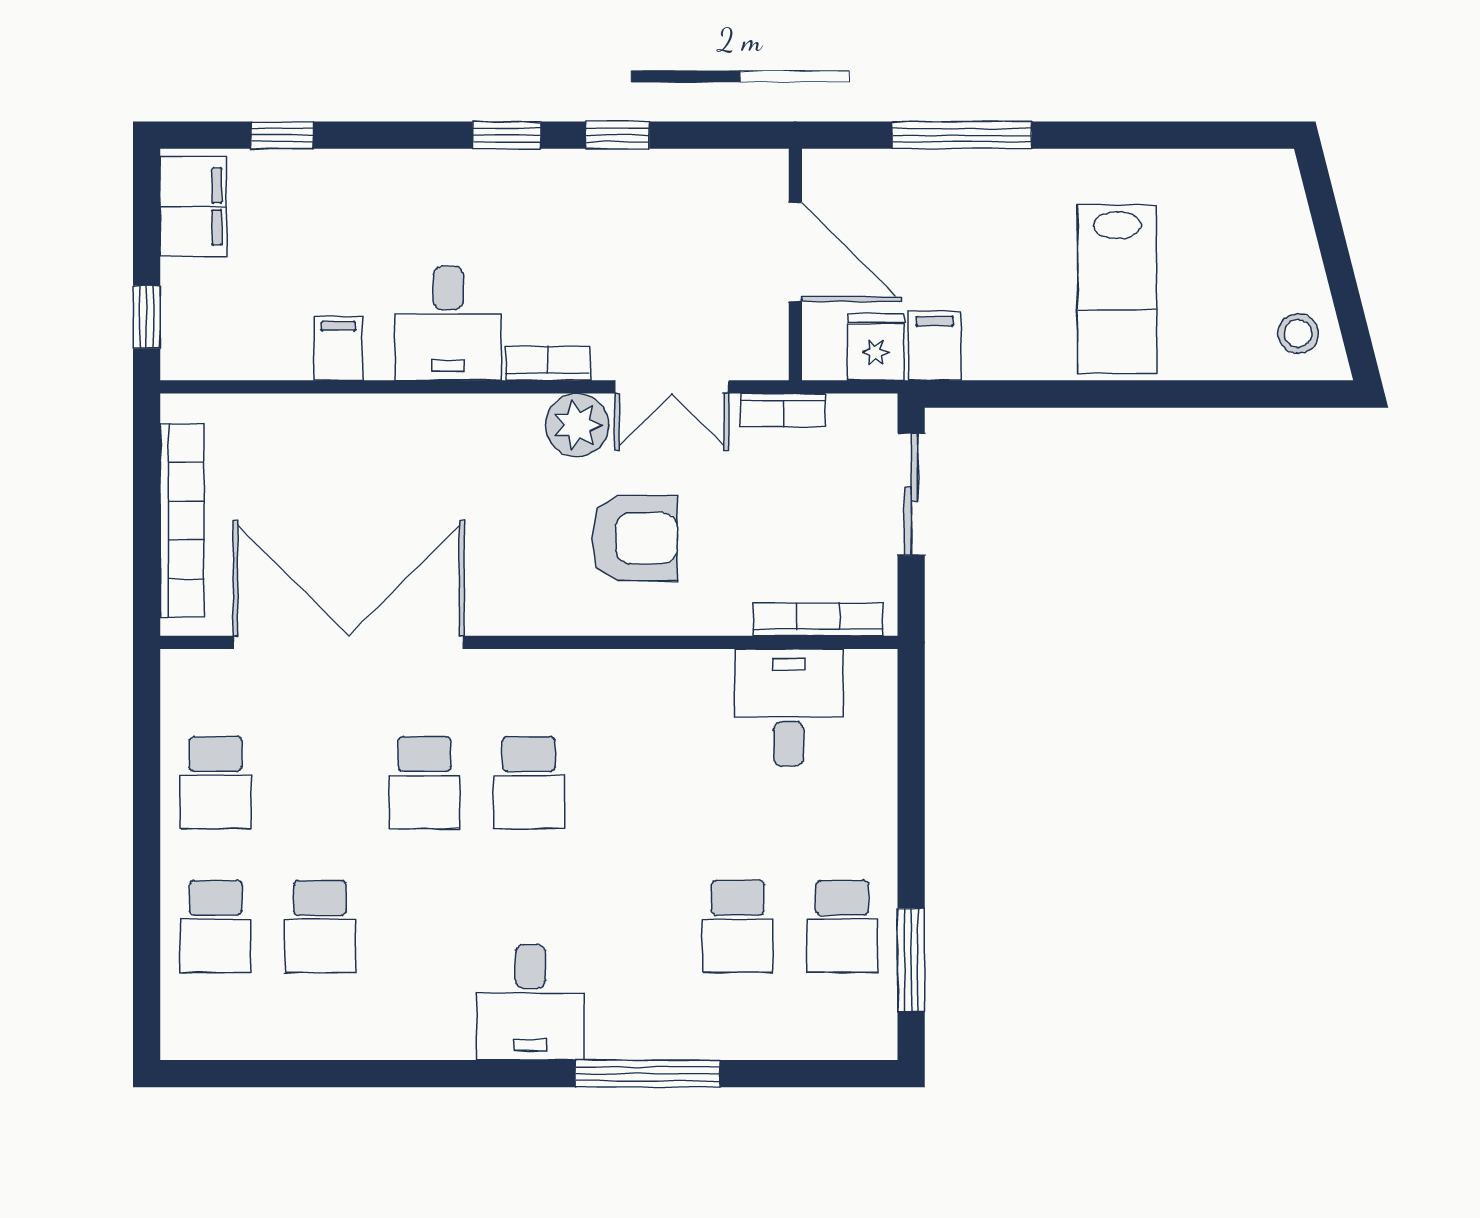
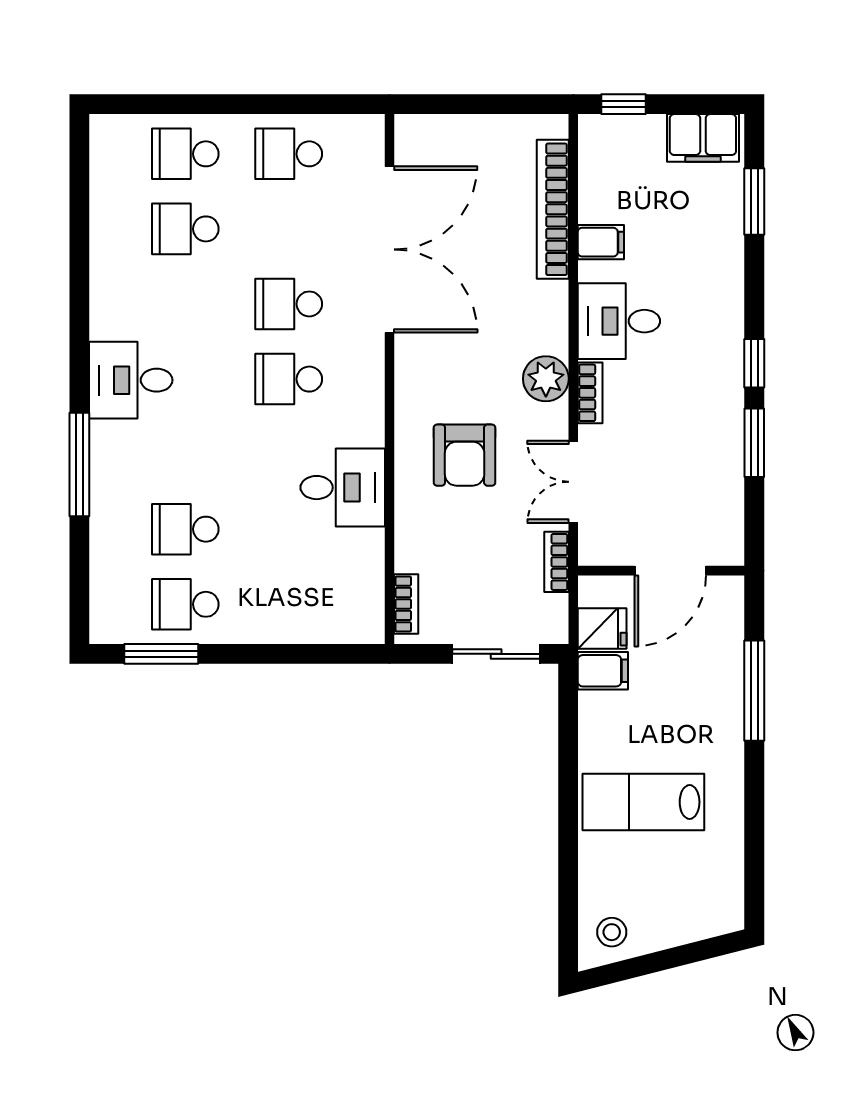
window: (282, 135) -> (754, 202), width x1.50
window: (617, 135) -> (754, 443), width x1.50
plant: (577, 425) -> (546, 379), moved
bookcase: (182, 520) -> (553, 209), moved, turned 90
bookcase: (818, 619) -> (406, 604), width x0.64
desk: (789, 708) -> (343, 488), moved

